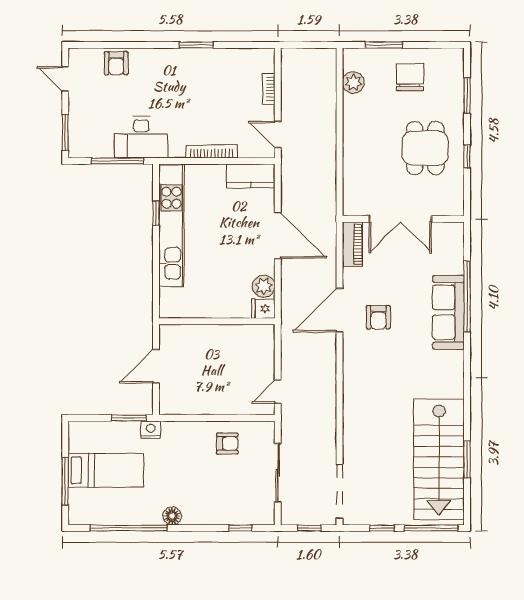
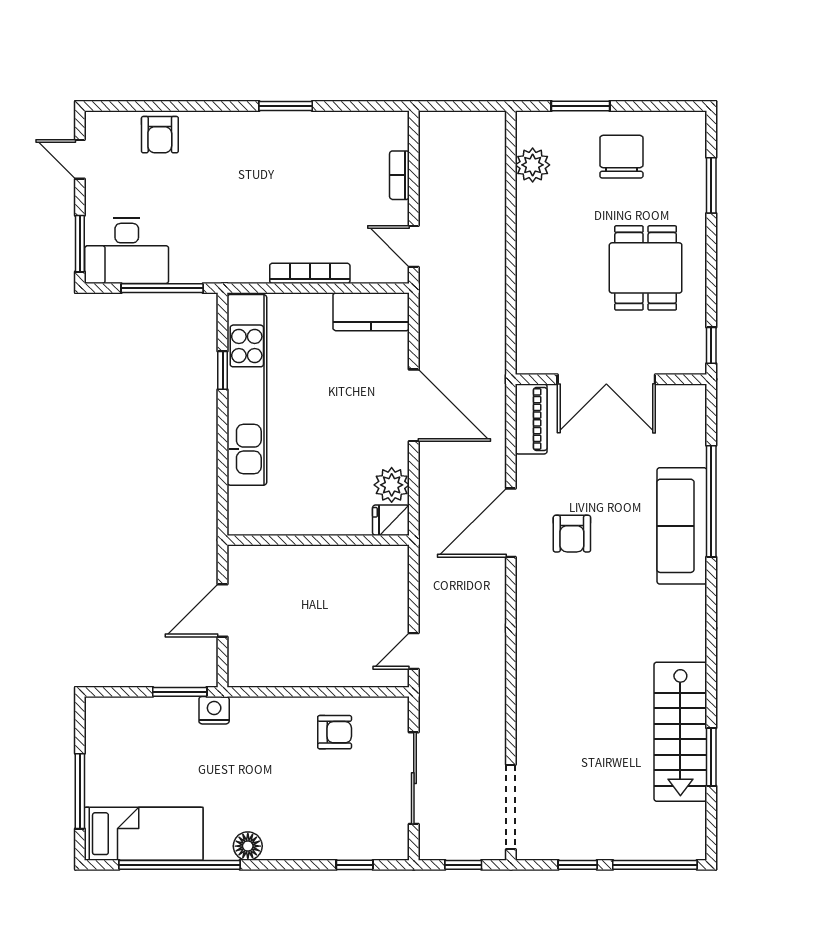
desk: (141, 137) -> (127, 251), moved
window: (467, 157) -> (711, 345), moved
stairs: (439, 459) -> (680, 732), width x0.73, depth x0.66
bed: (106, 470) -> (144, 834), moved

